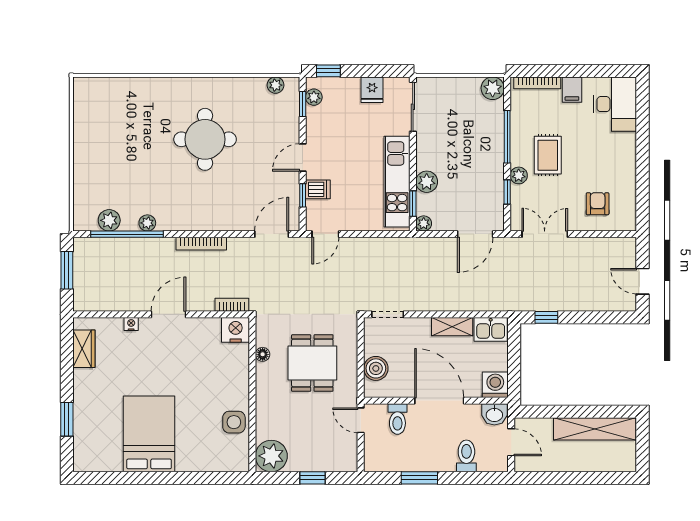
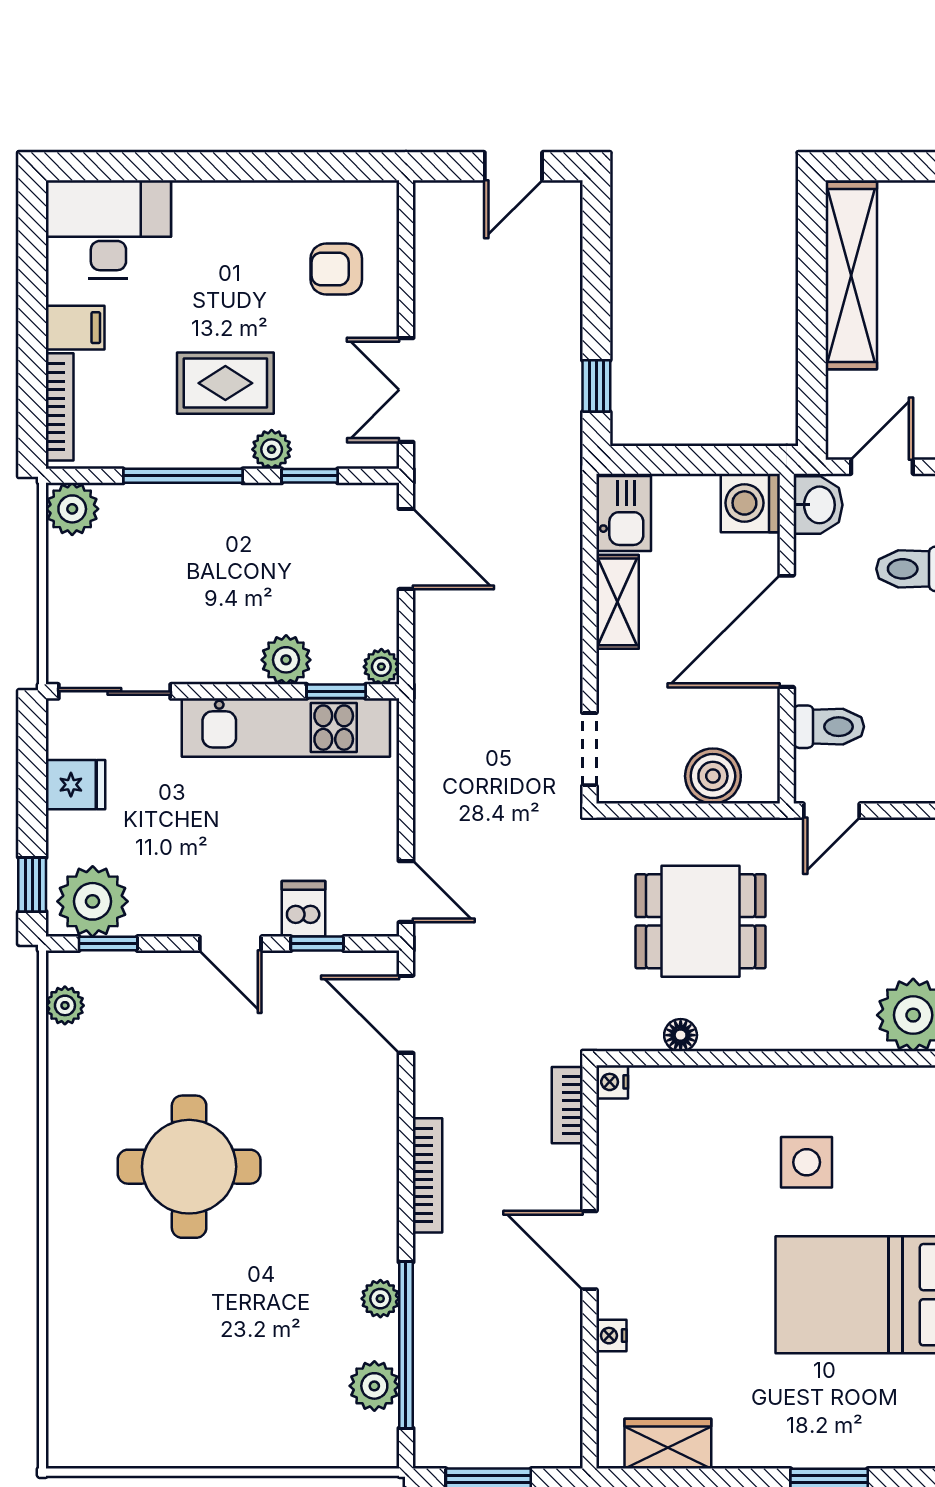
plant: (314, 97) -> (93, 901), width x1.87, depth x1.87
nightstand: (236, 330) -> (612, 1082), width x0.53, depth x0.56
side table: (234, 422) -> (807, 1162), moved

